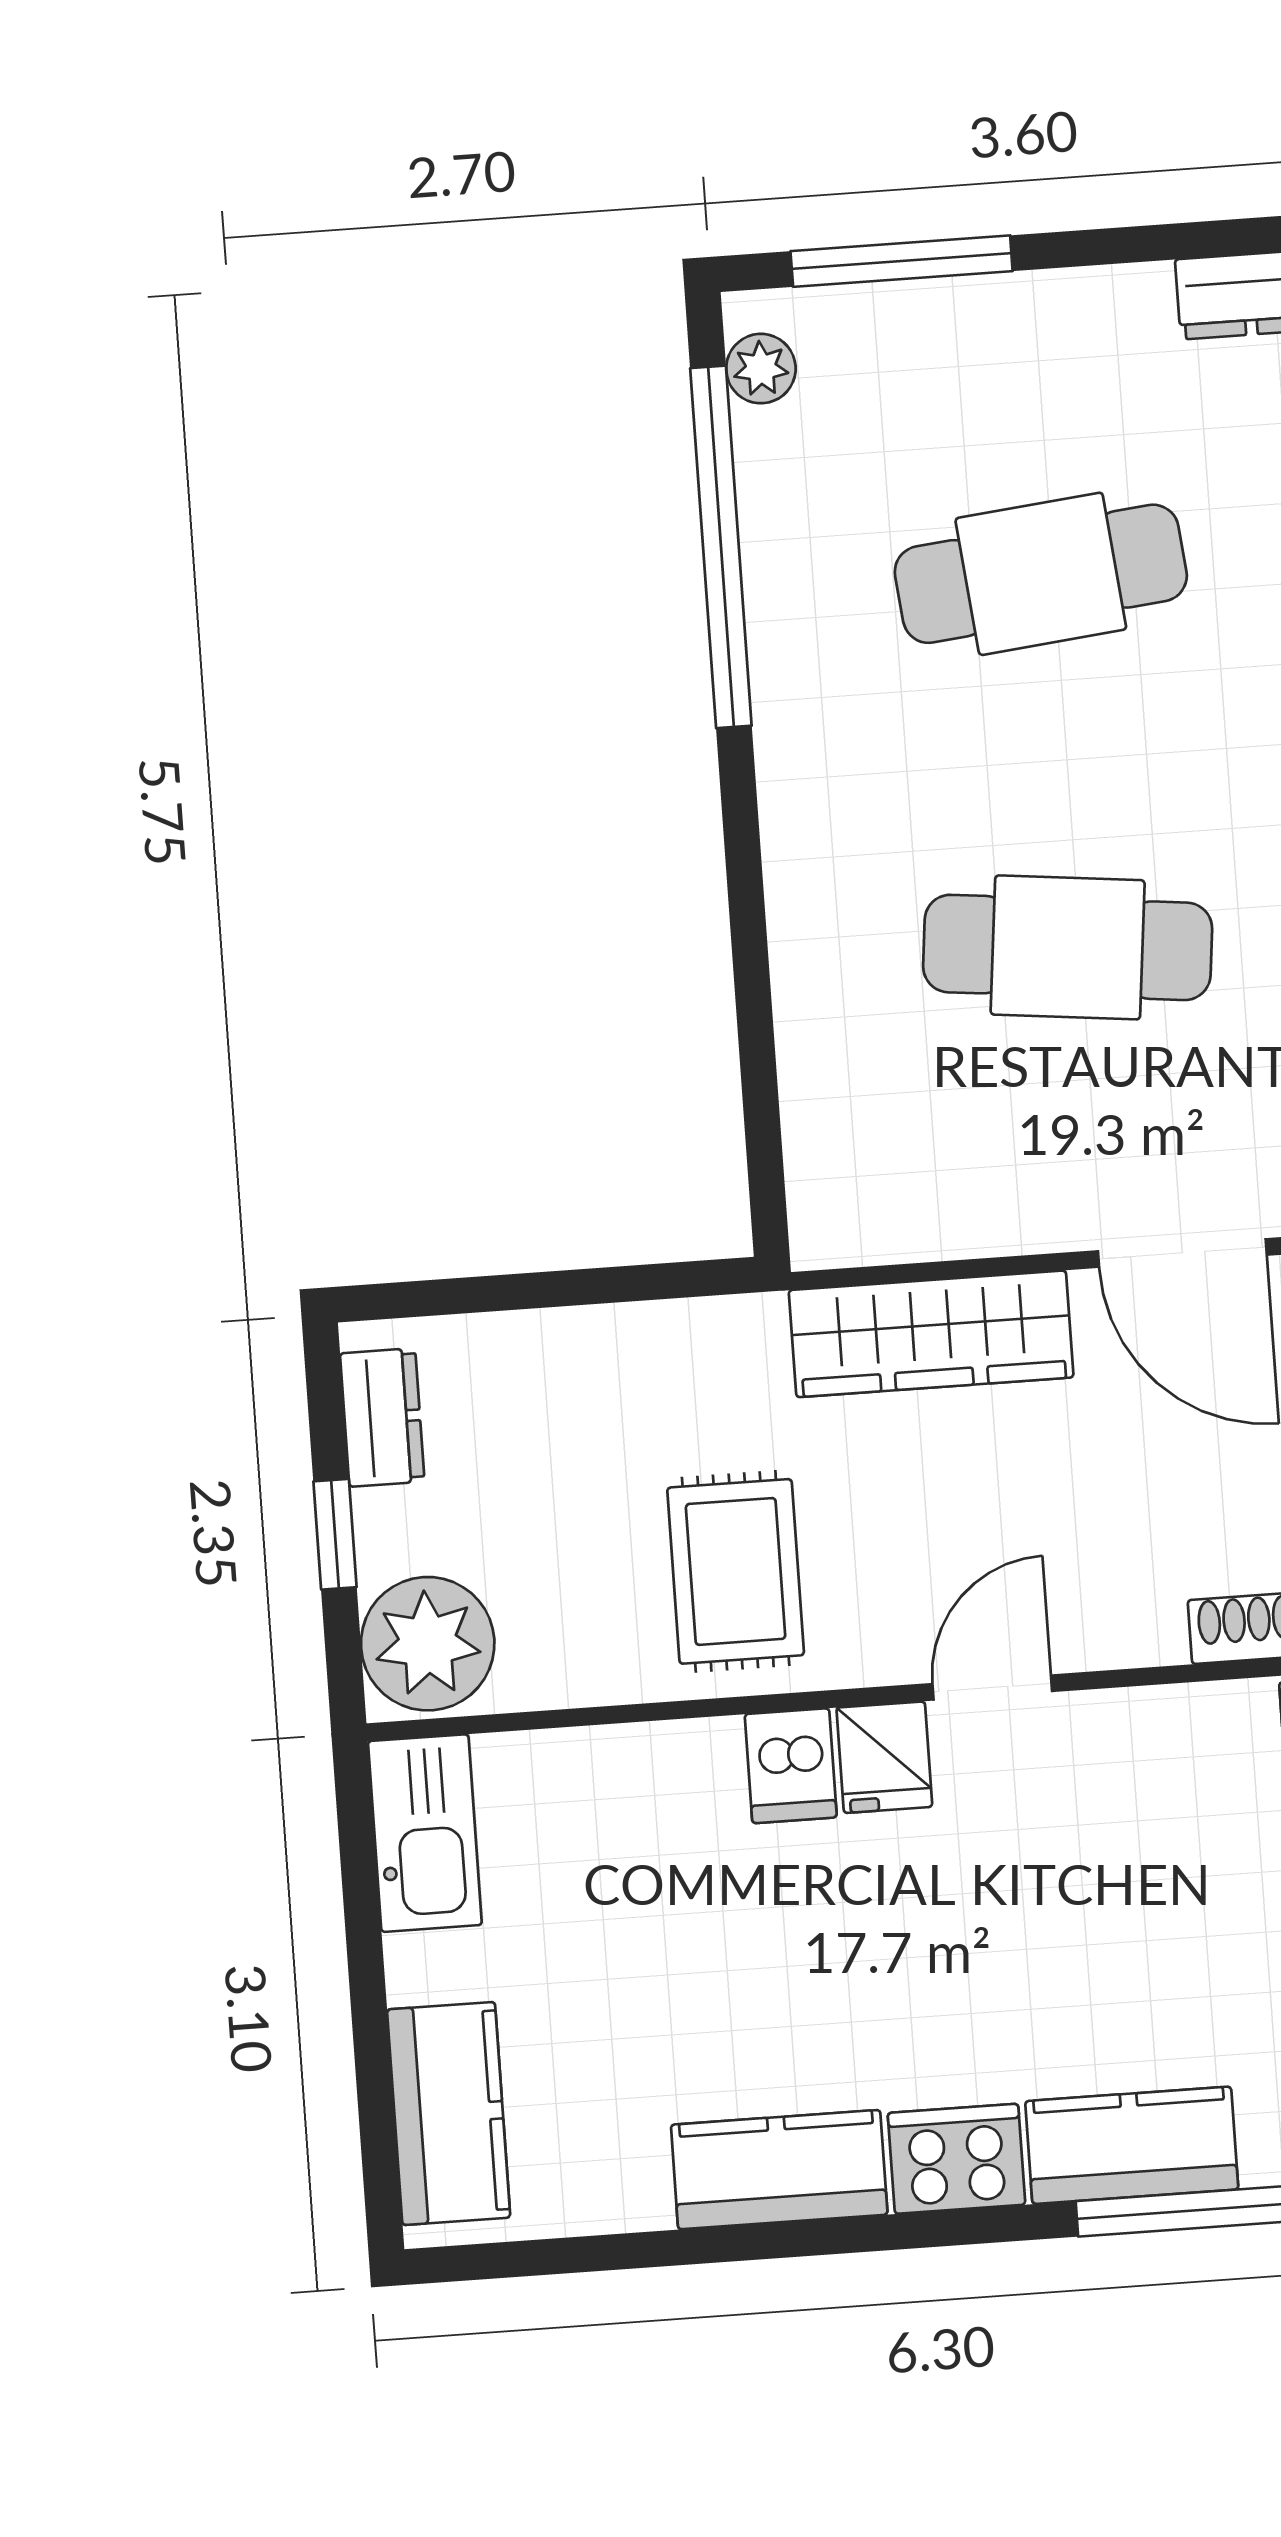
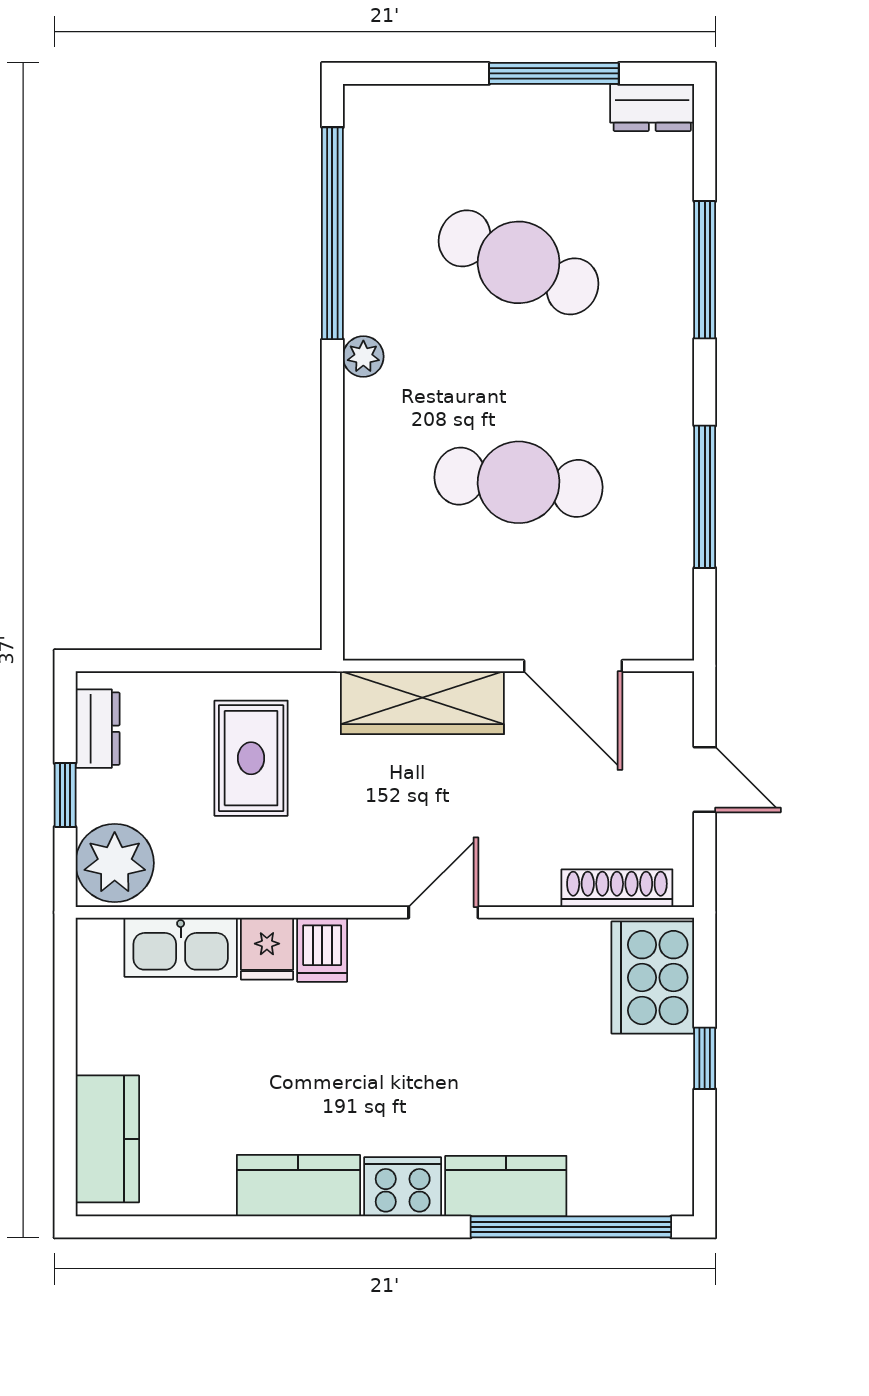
window: (902, 261) -> (554, 73), moved
plant: (761, 369) -> (363, 357), moved
cafe table: (1041, 574) -> (519, 262), turned 30
rug: (736, 1571) -> (251, 758), moved
fridge: (884, 1757) -> (267, 949), moved
kitchen sink: (425, 1833) -> (181, 947), moved, turned 90

